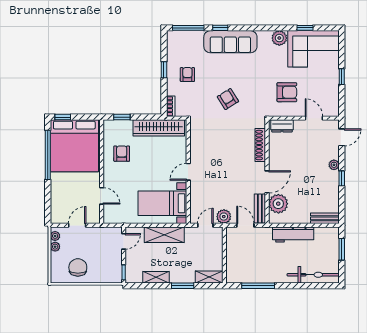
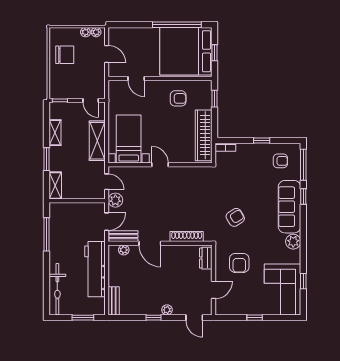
plant: (279, 38) -> (293, 242), moved
armchair: (187, 74) -> (280, 161), moved
armchair: (228, 99) -> (235, 217), moved
window: (63, 117) -> (215, 53), moved
door: (102, 196) -> (136, 79), hinge flipped
plant: (278, 204) -> (124, 250), width x0.53, depth x0.53
workbench: (293, 235) -> (95, 269), width x1.36, depth x1.32

